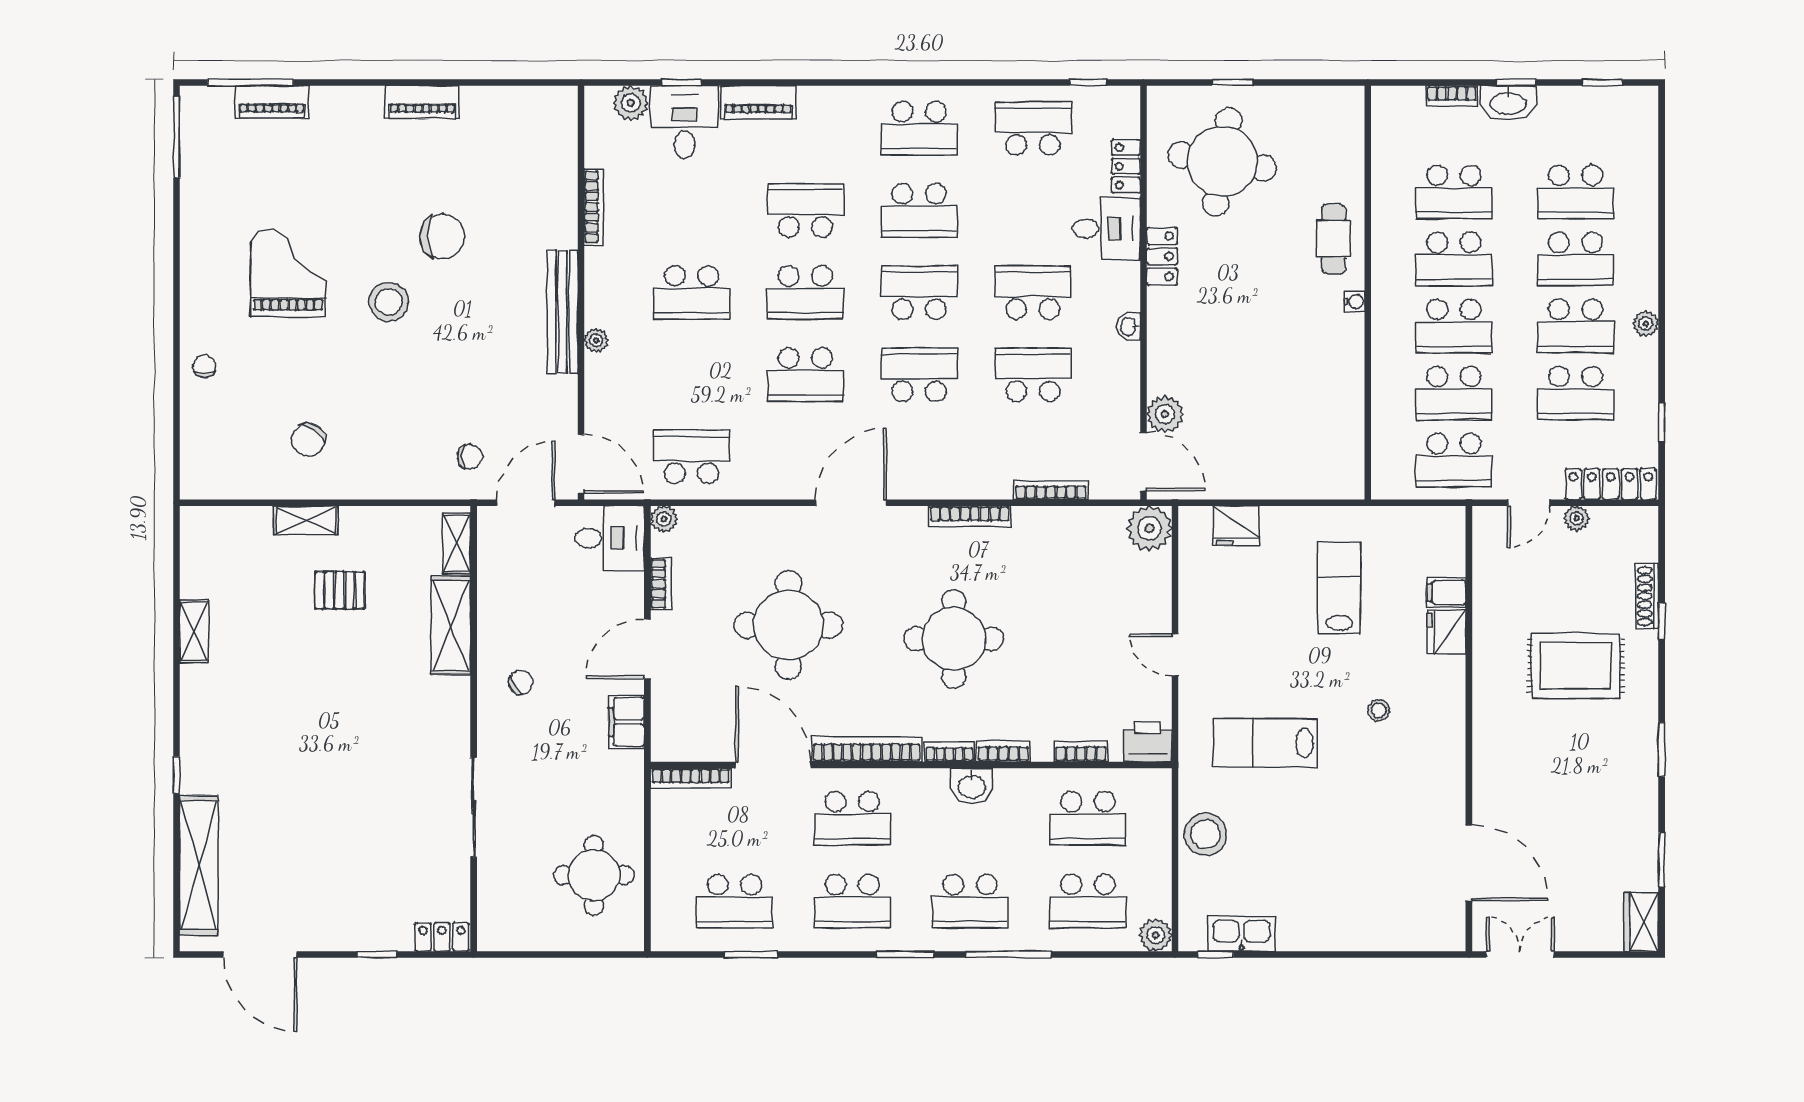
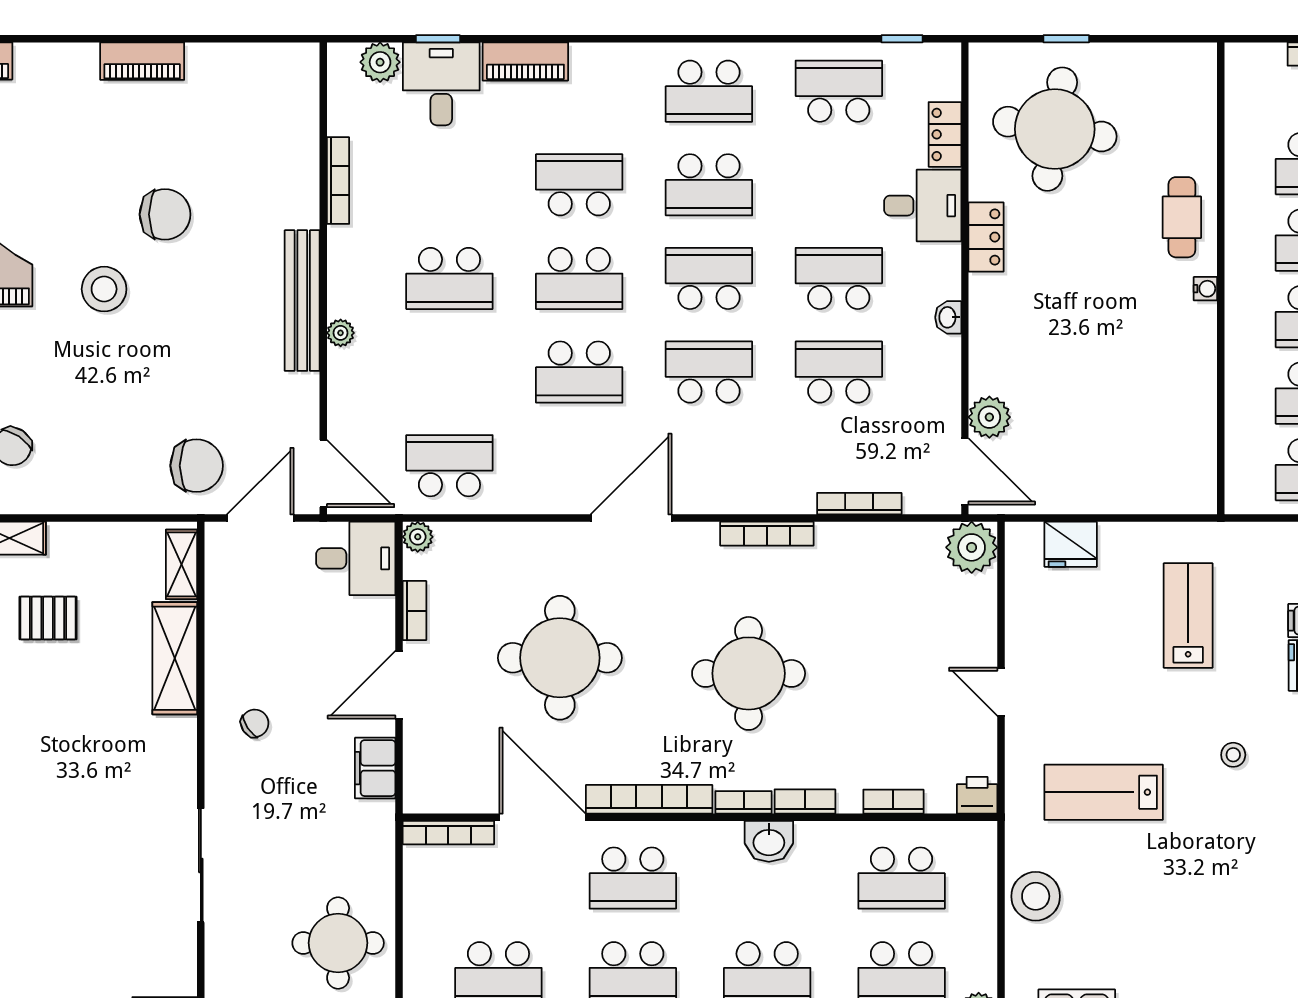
chair: (470, 457) -> (197, 466), width x1.87, depth x1.87
printer: (1148, 742) -> (977, 795), width x0.73, depth x0.81

